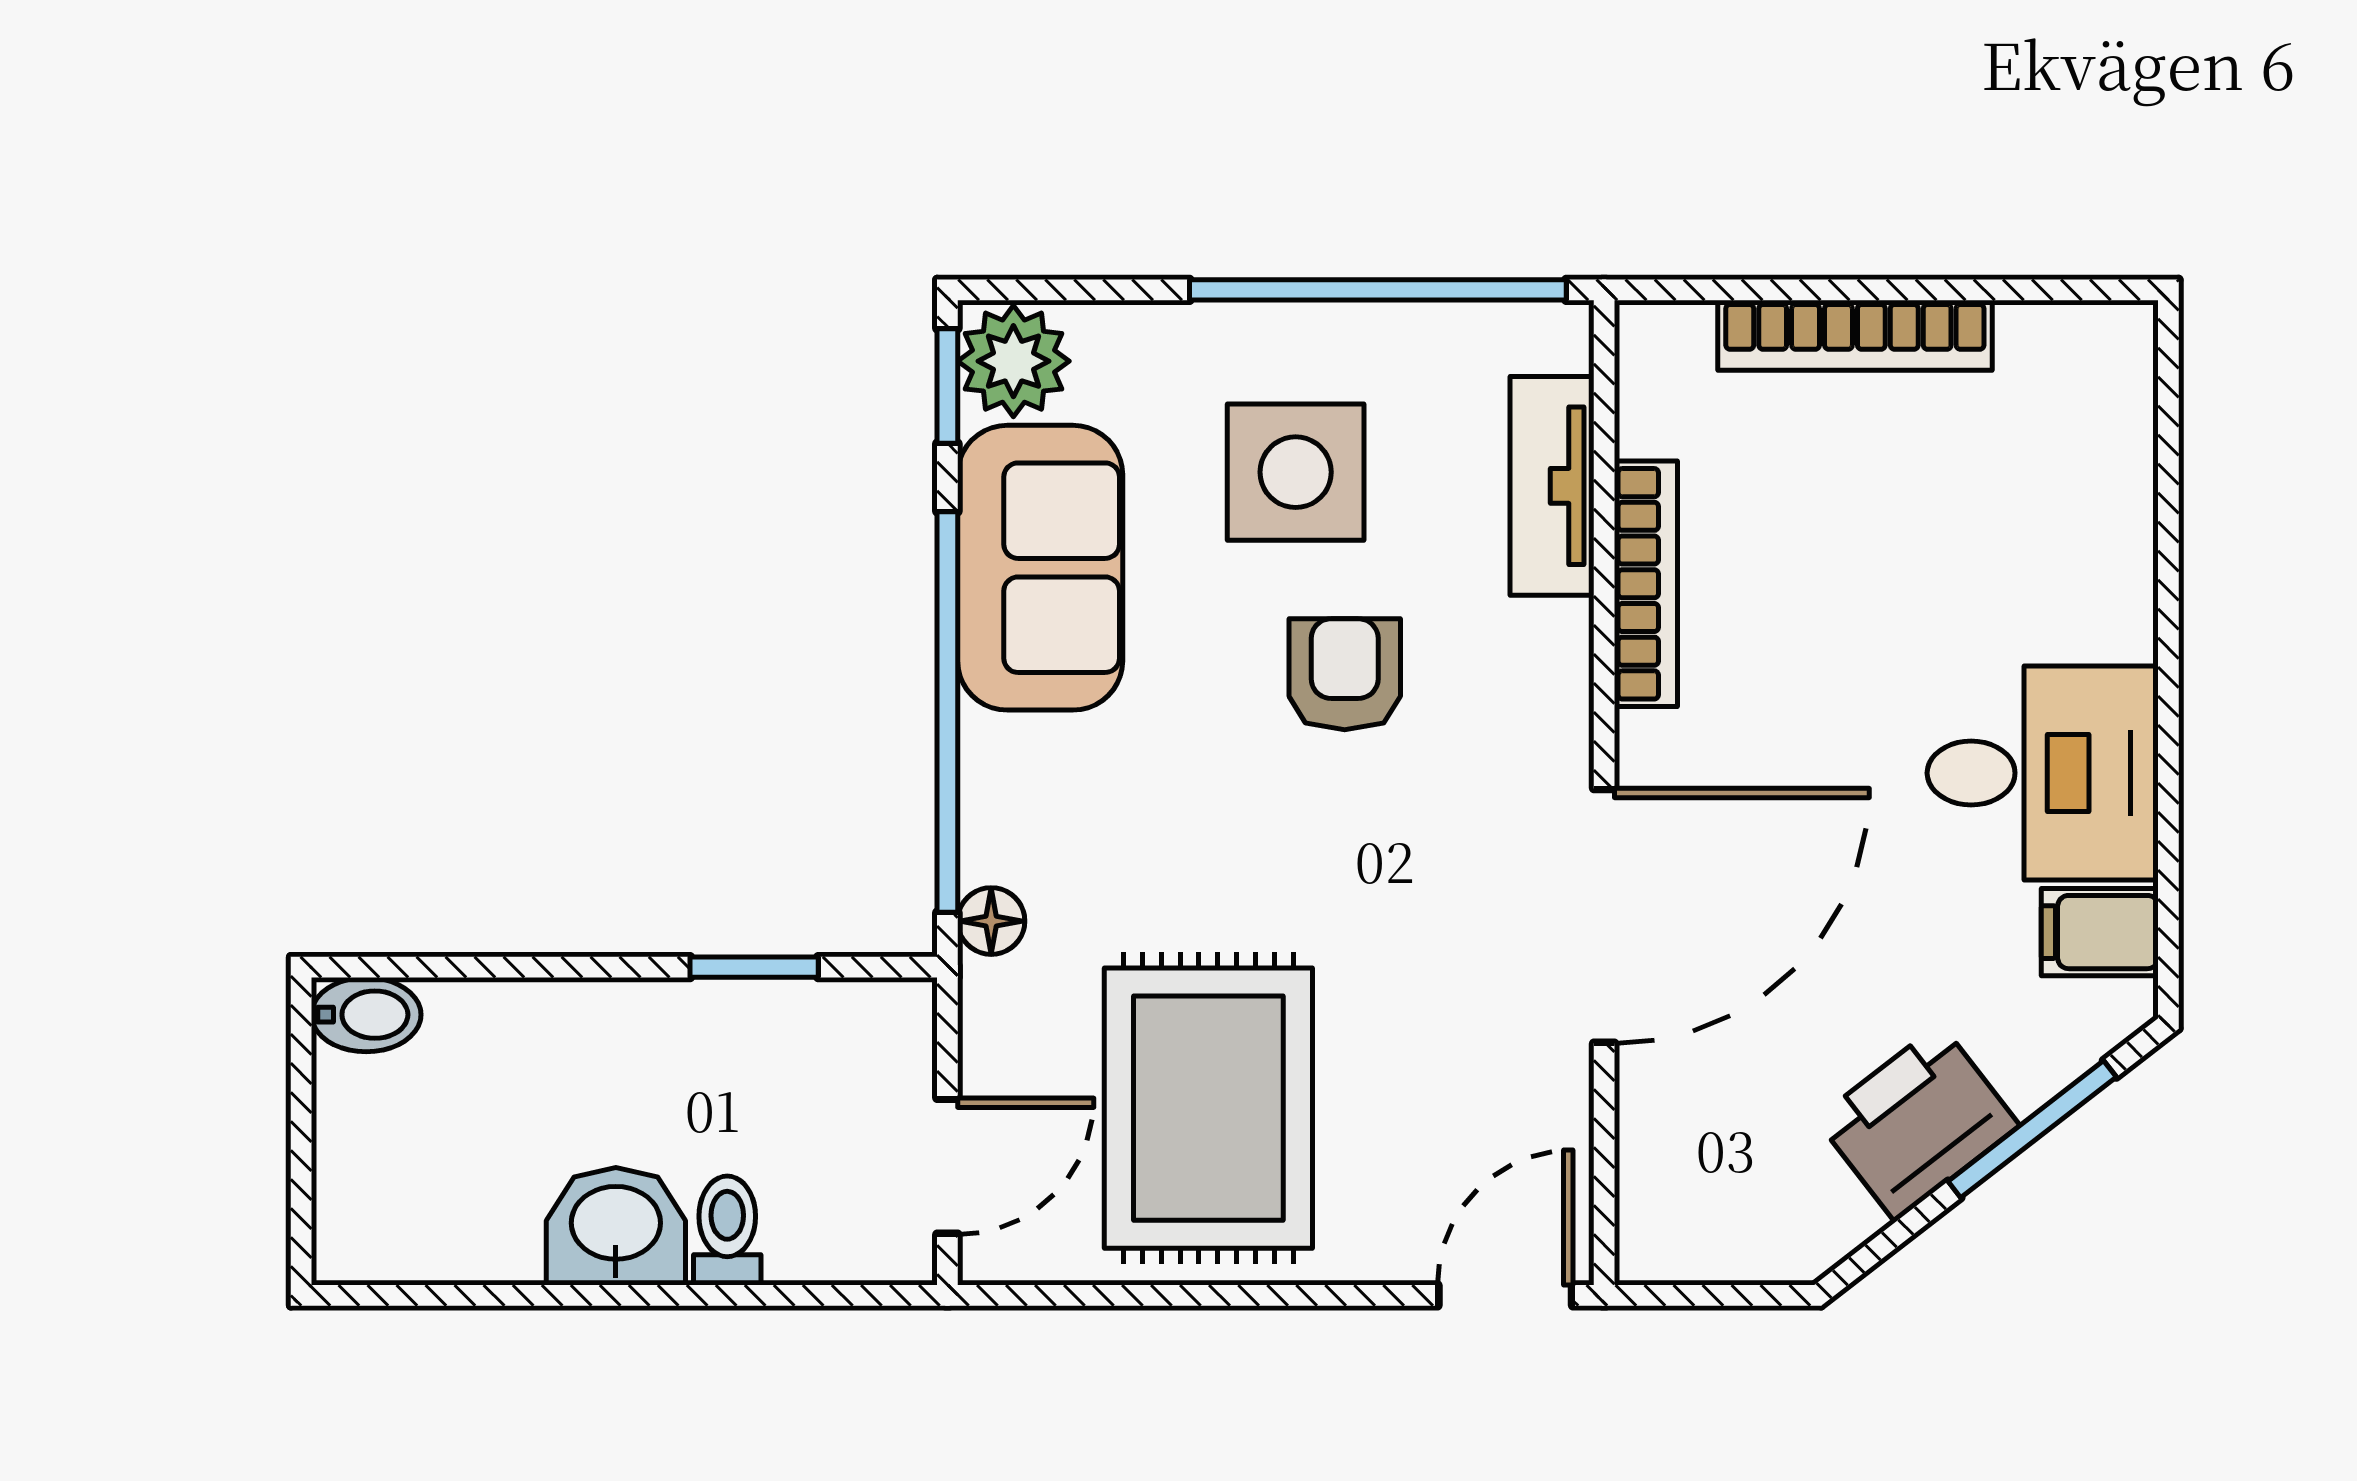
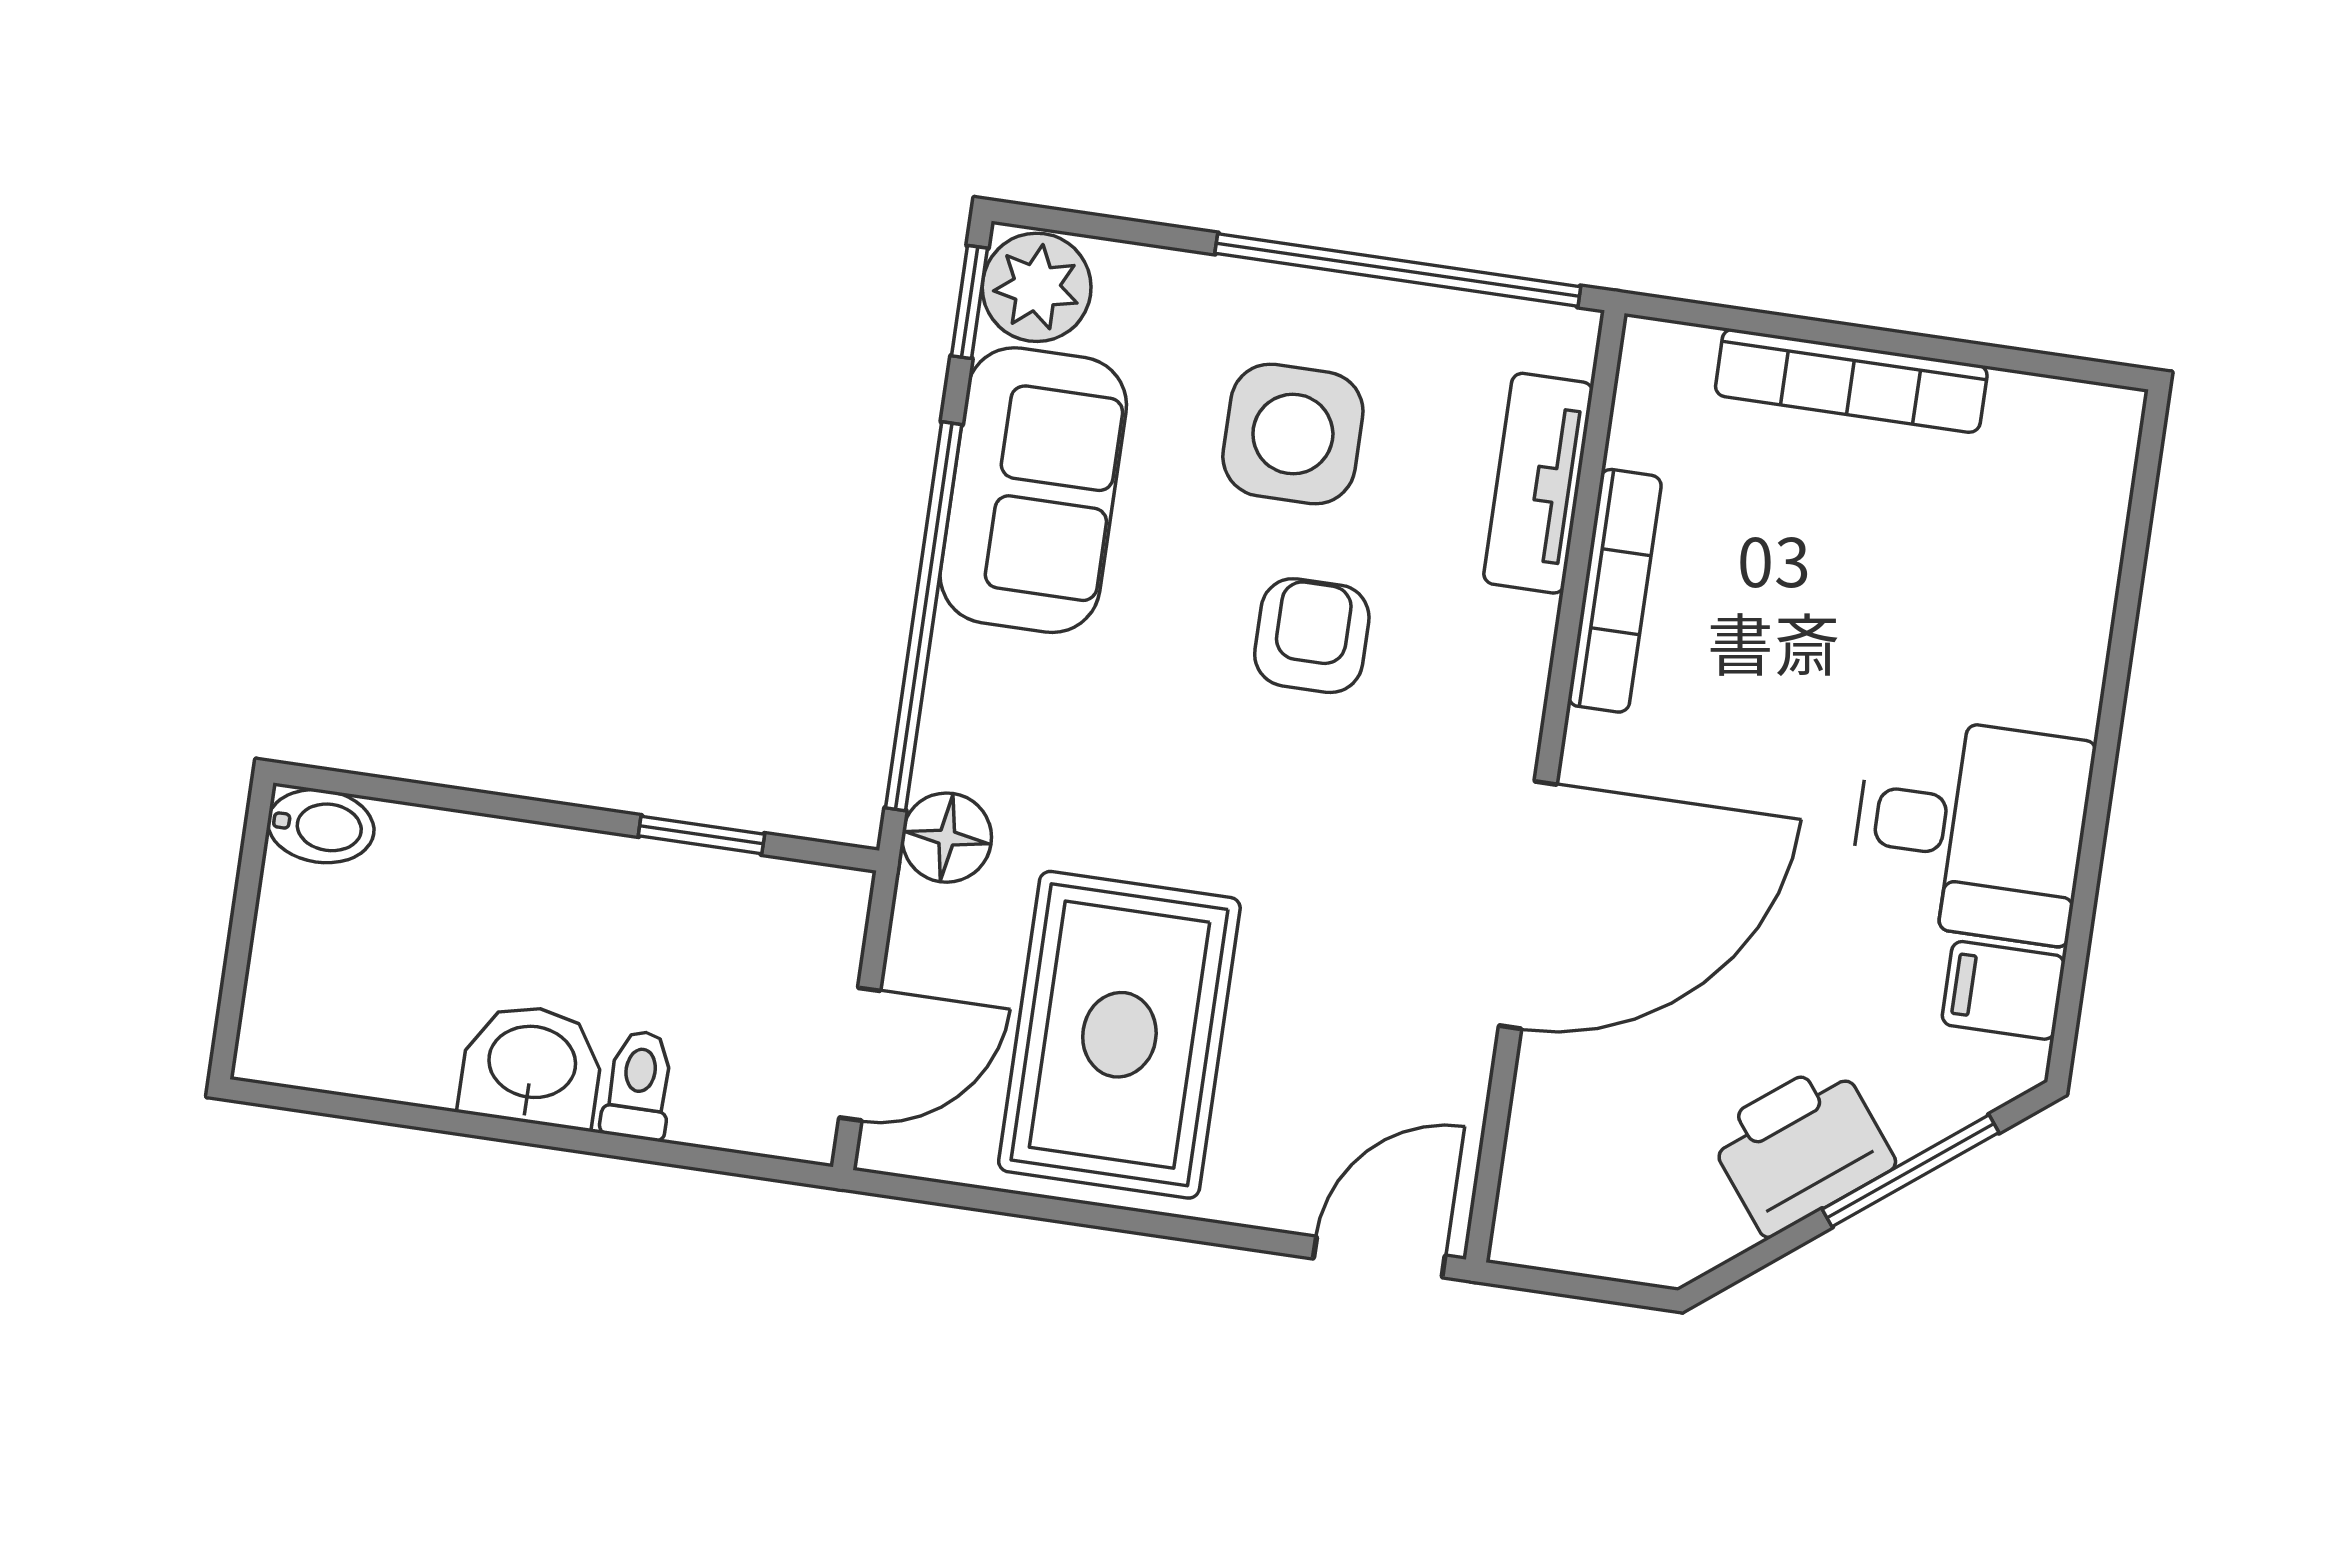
floor lamp: (991, 921) -> (947, 838), width x1.37, depth x1.37

